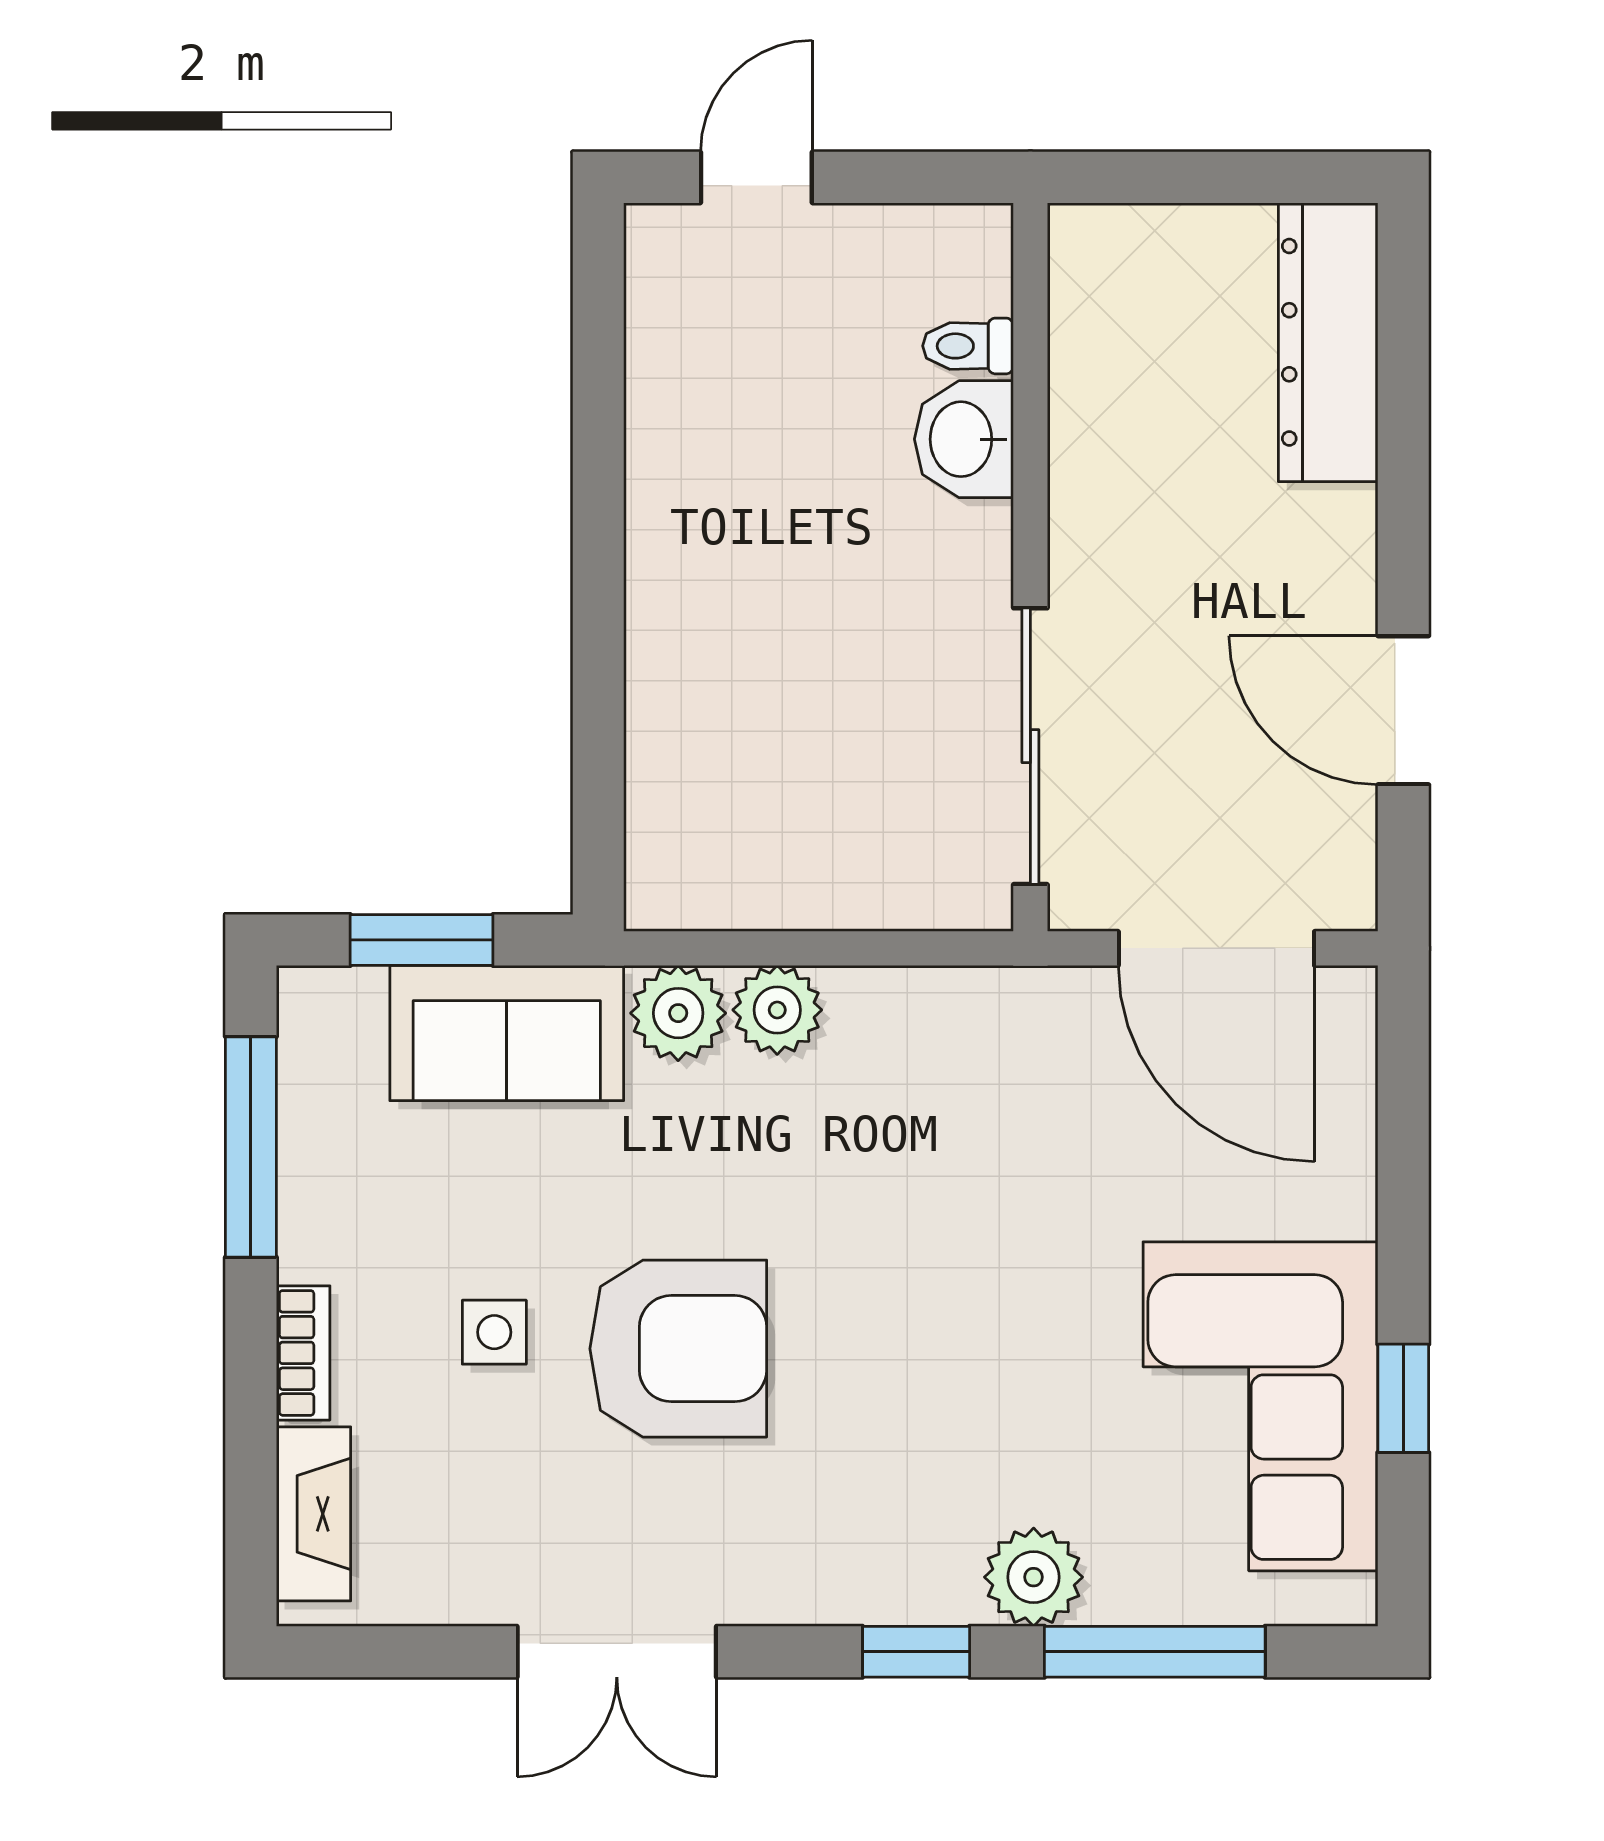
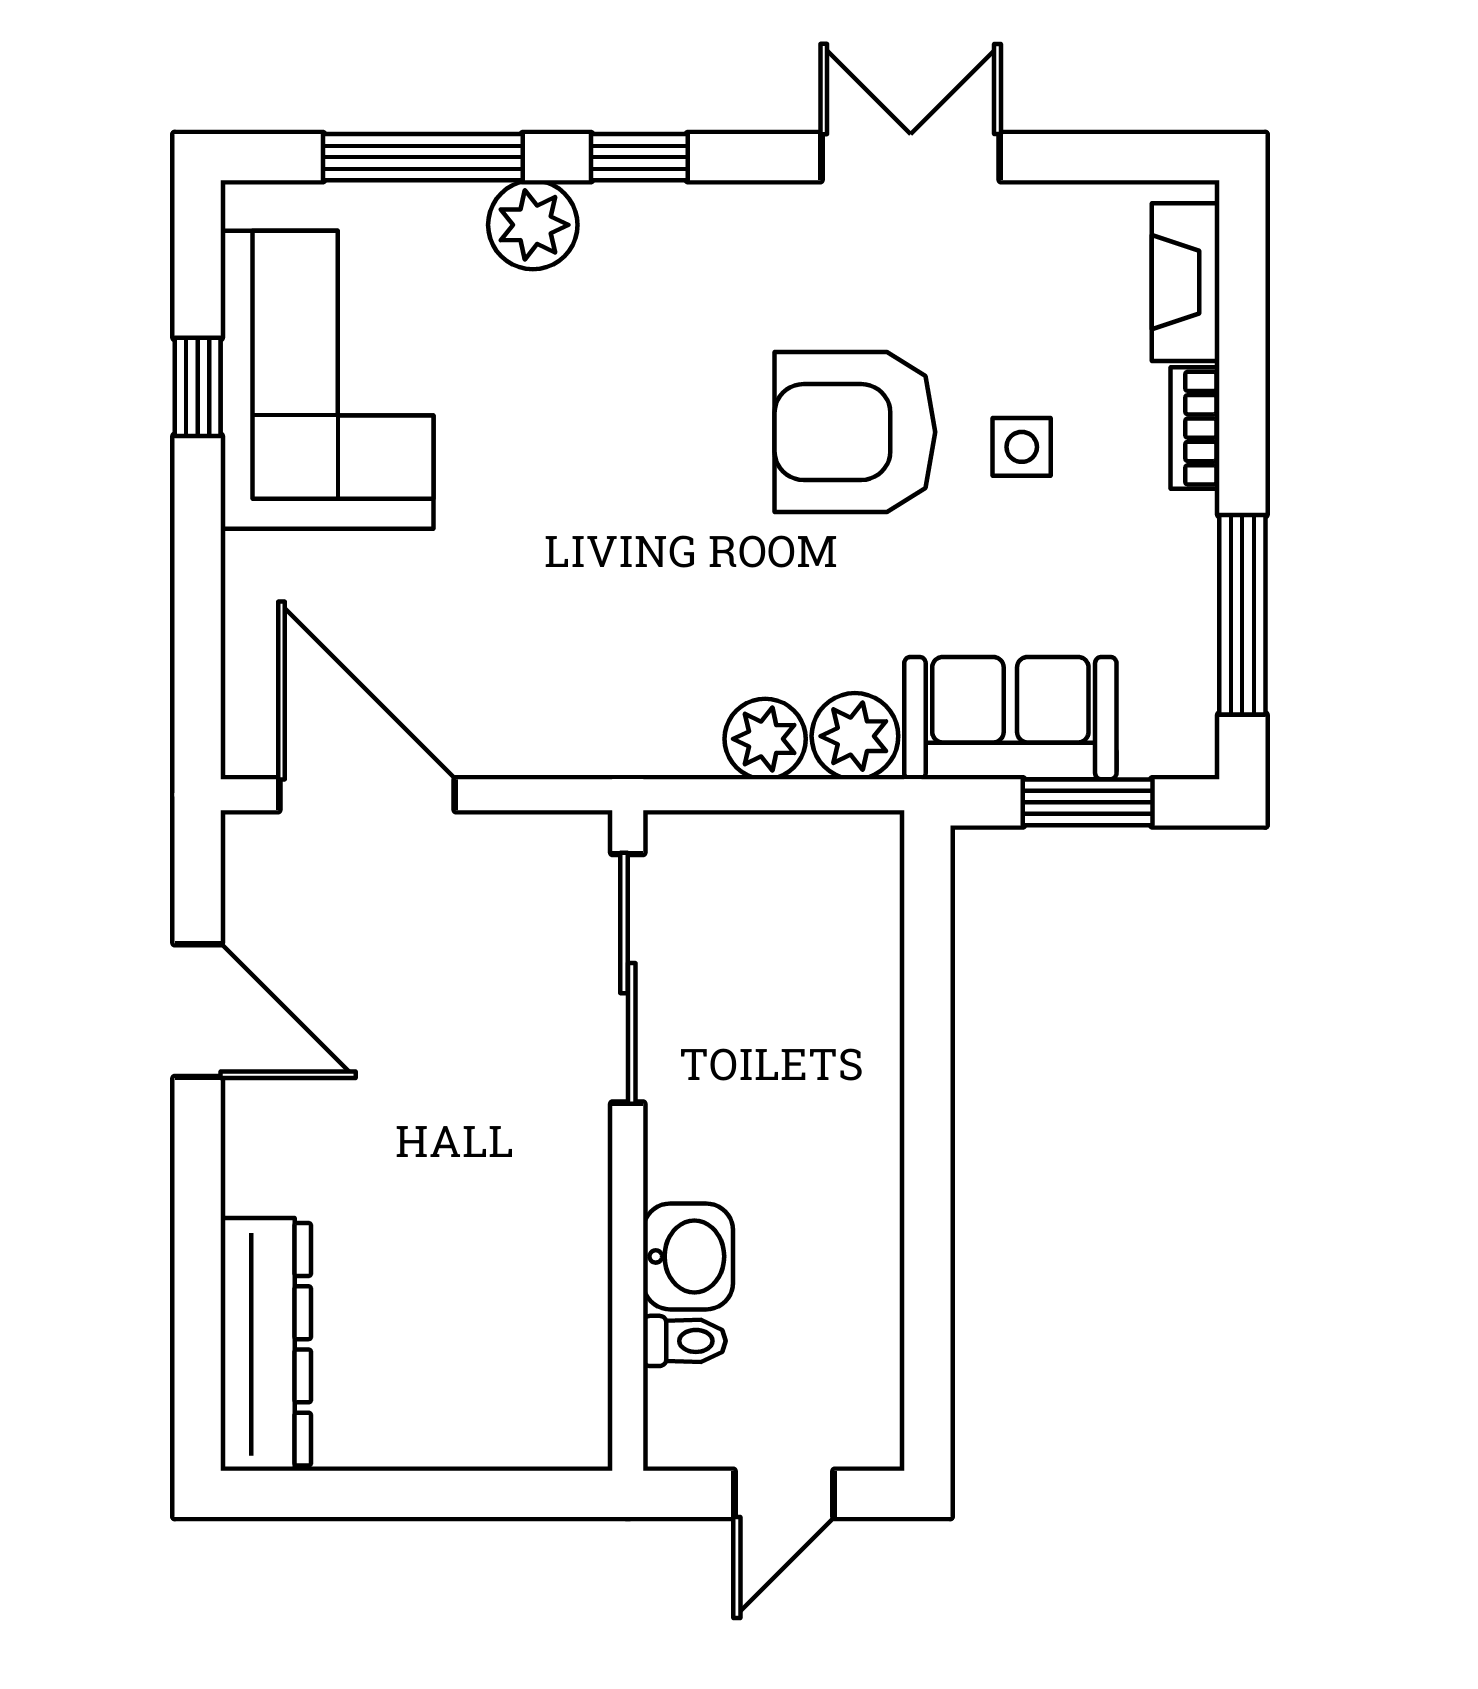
toilet: (968, 346) -> (684, 1341), moved
washbasin: (964, 439) -> (688, 1256), moved
wall: (1030, 567) -> (628, 1140), moved
sliding door: (1030, 746) -> (628, 978), moved

